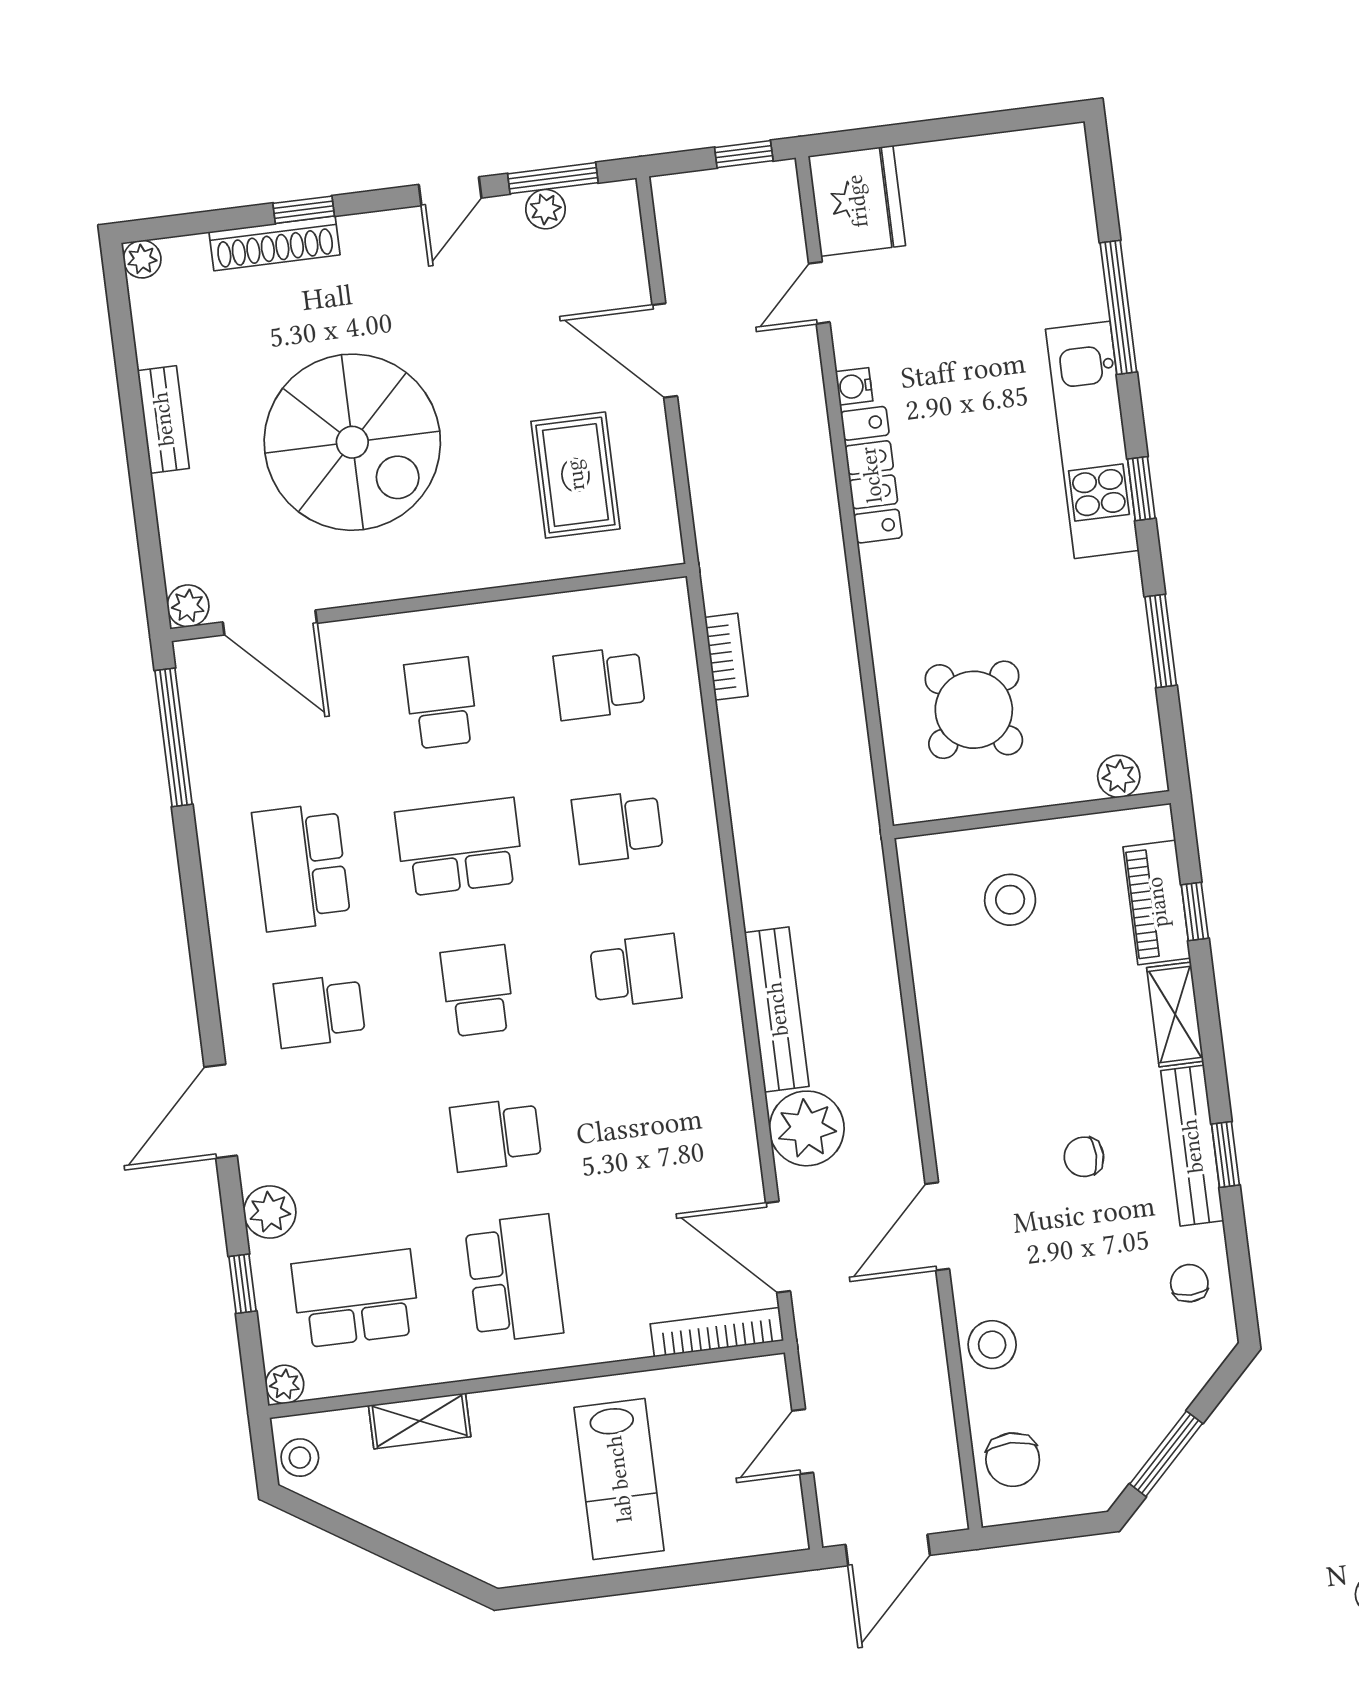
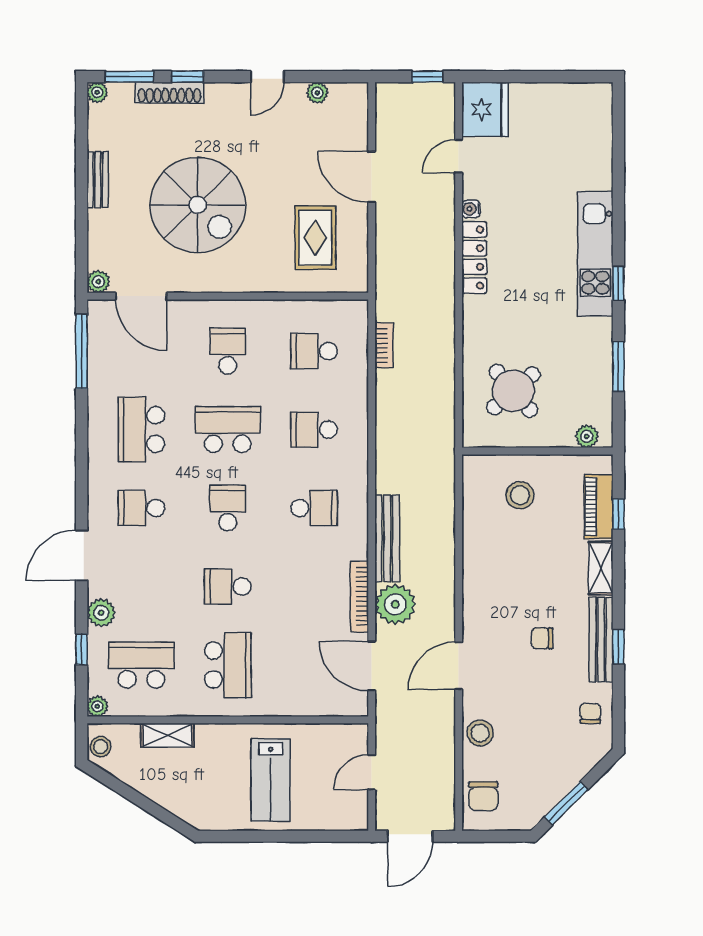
window: (553, 178) -> (129, 77), moved
window: (1118, 307) -> (618, 184), removed
bookcase: (717, 1332) -> (359, 597), moved, turned -90

